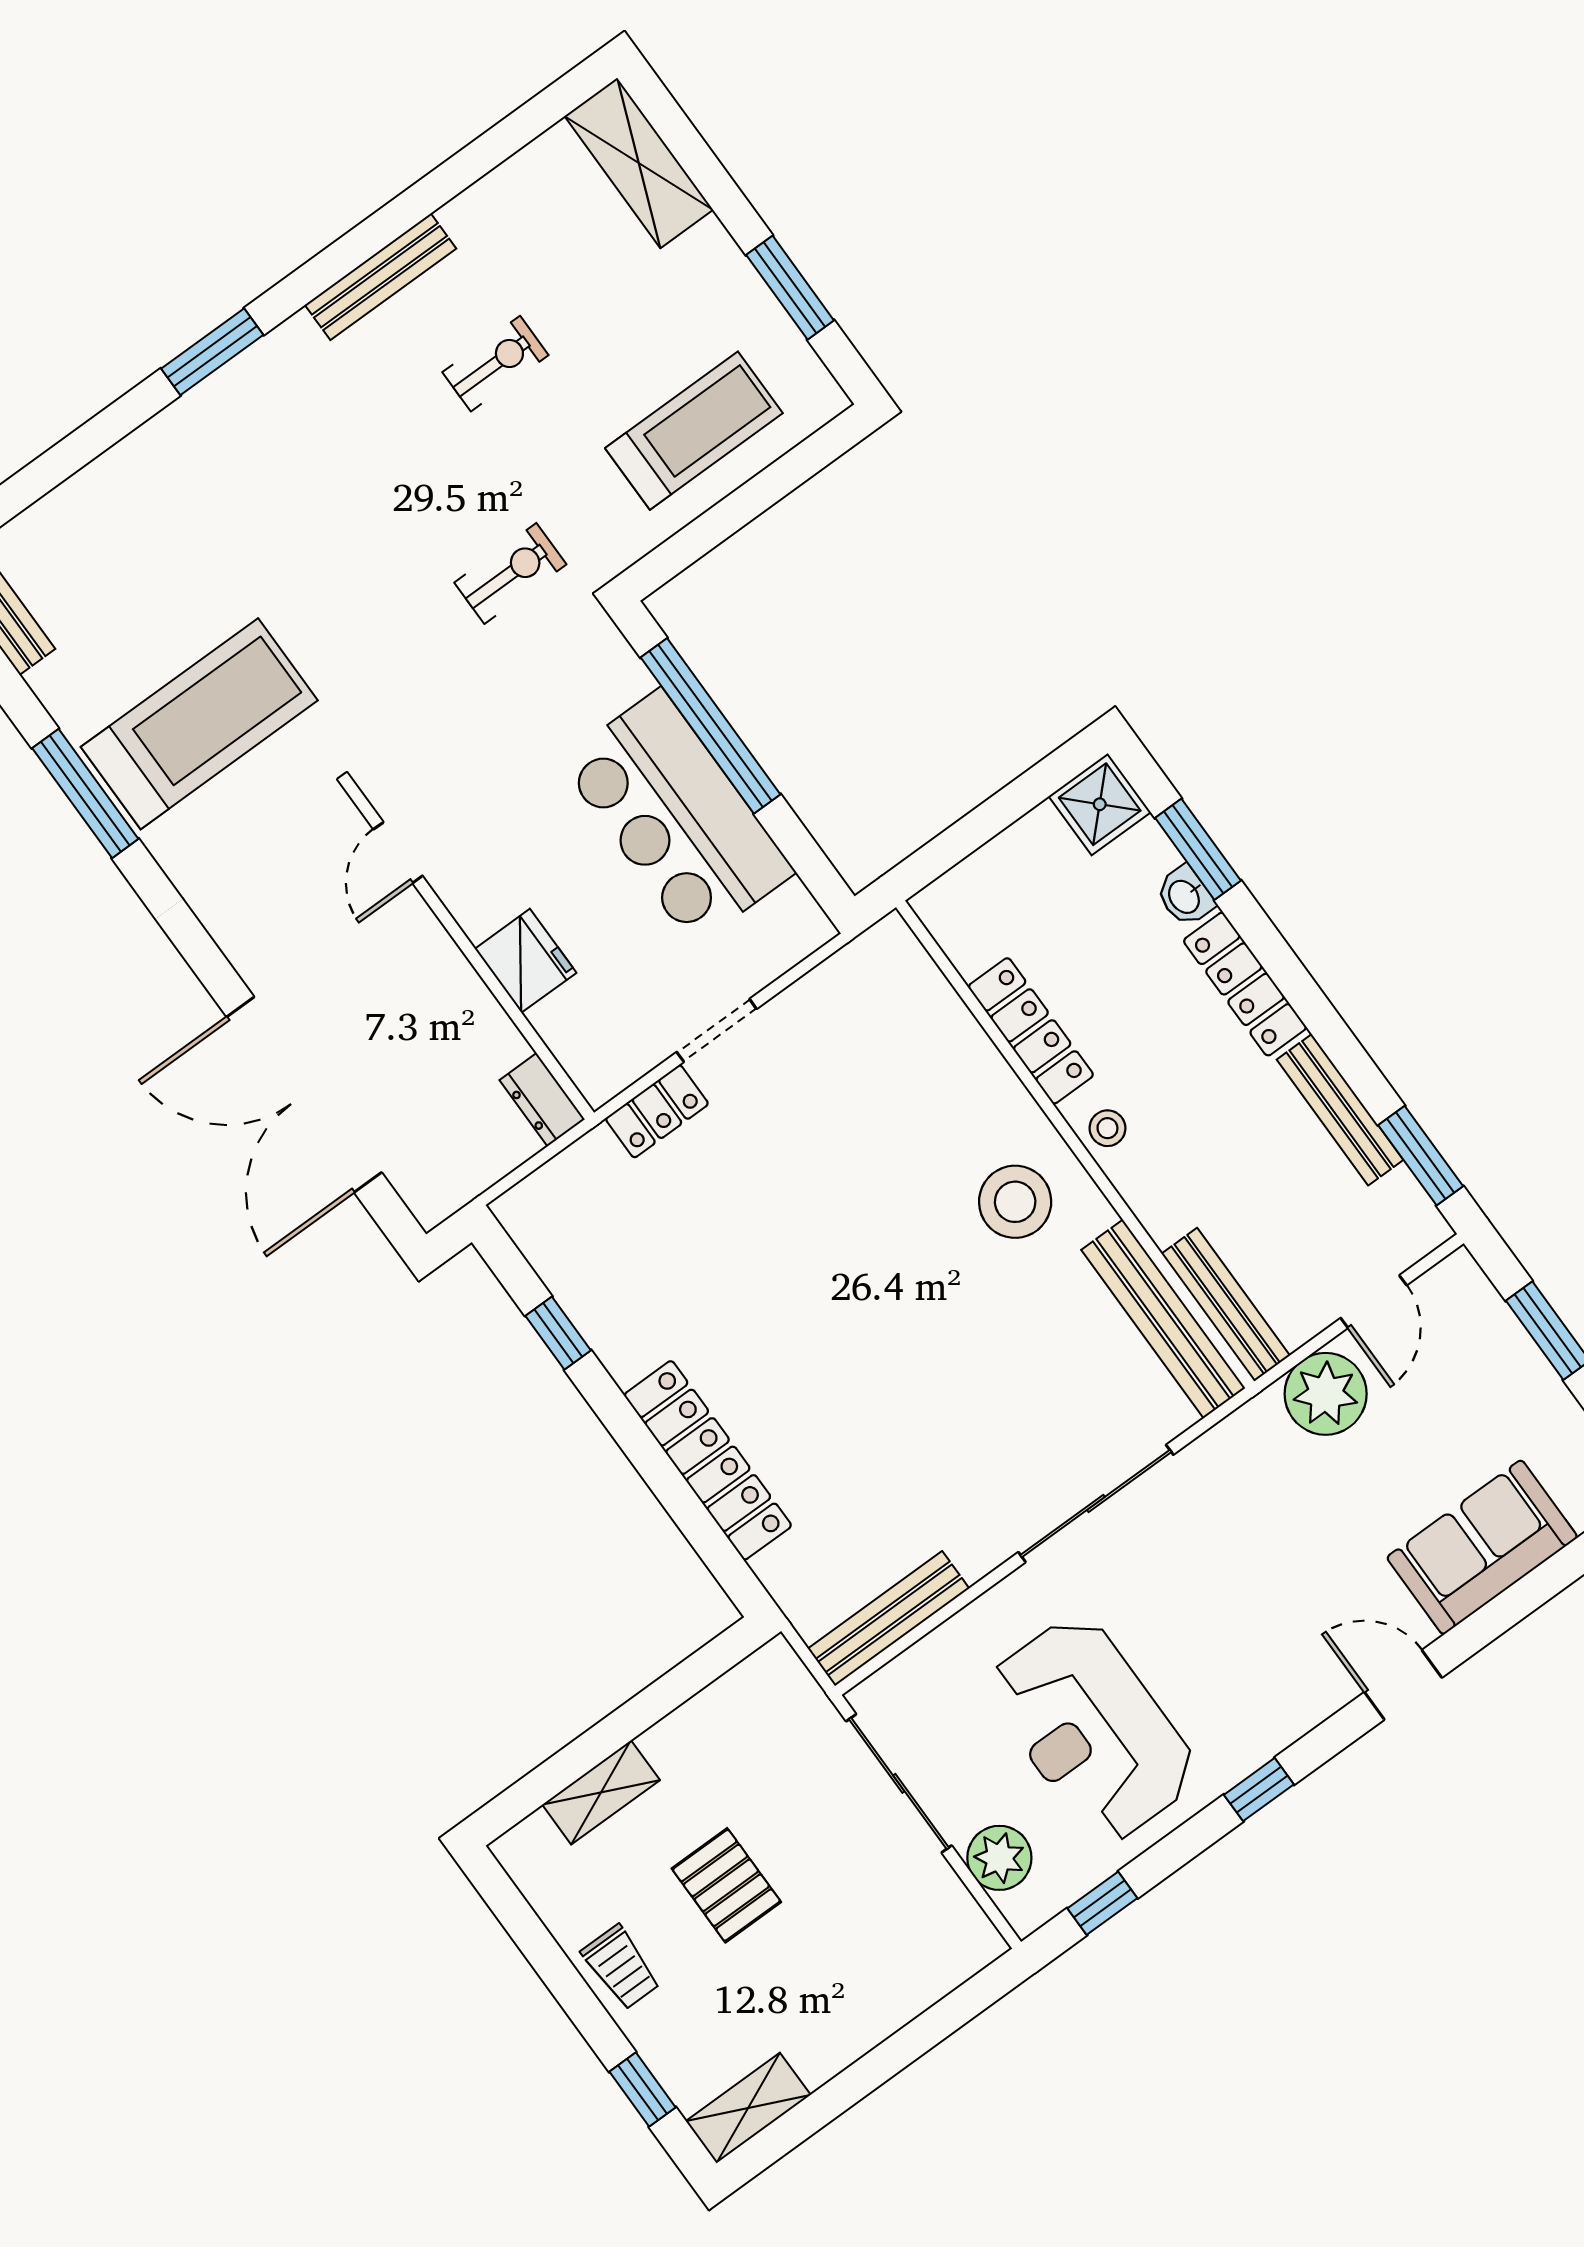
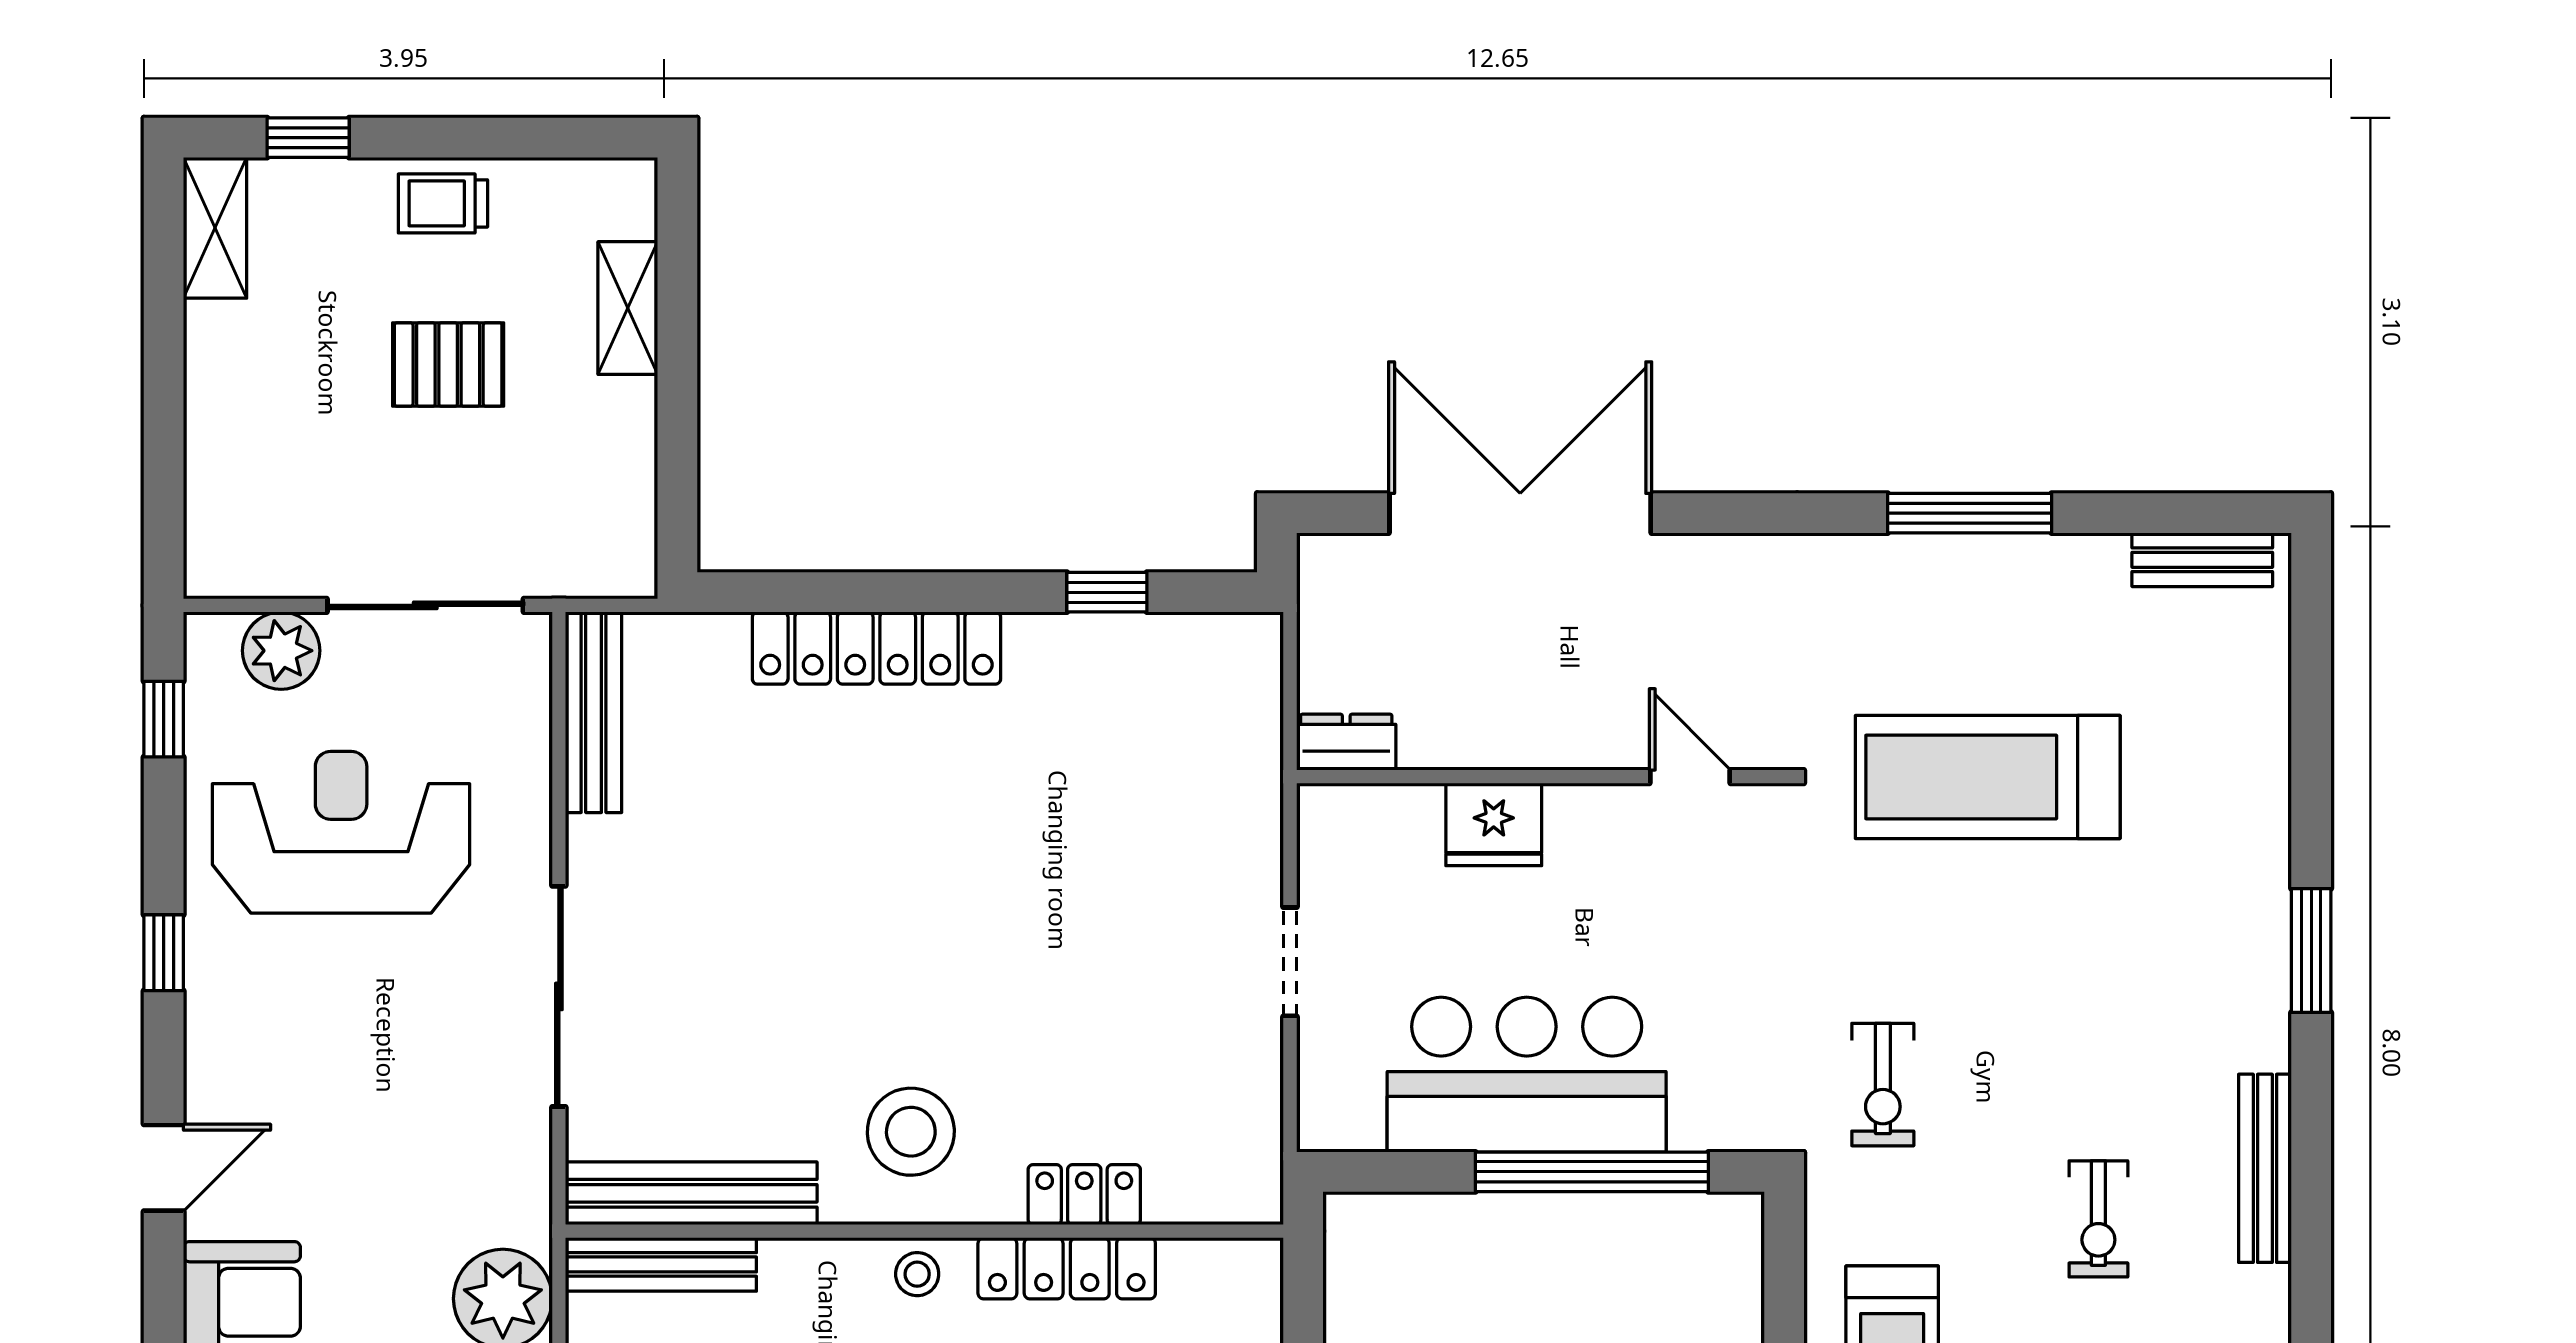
treadmill: (199, 724) -> (1988, 777), moved, turned 90
locker: (657, 1111) -> (1084, 1195), moved, turned 90

